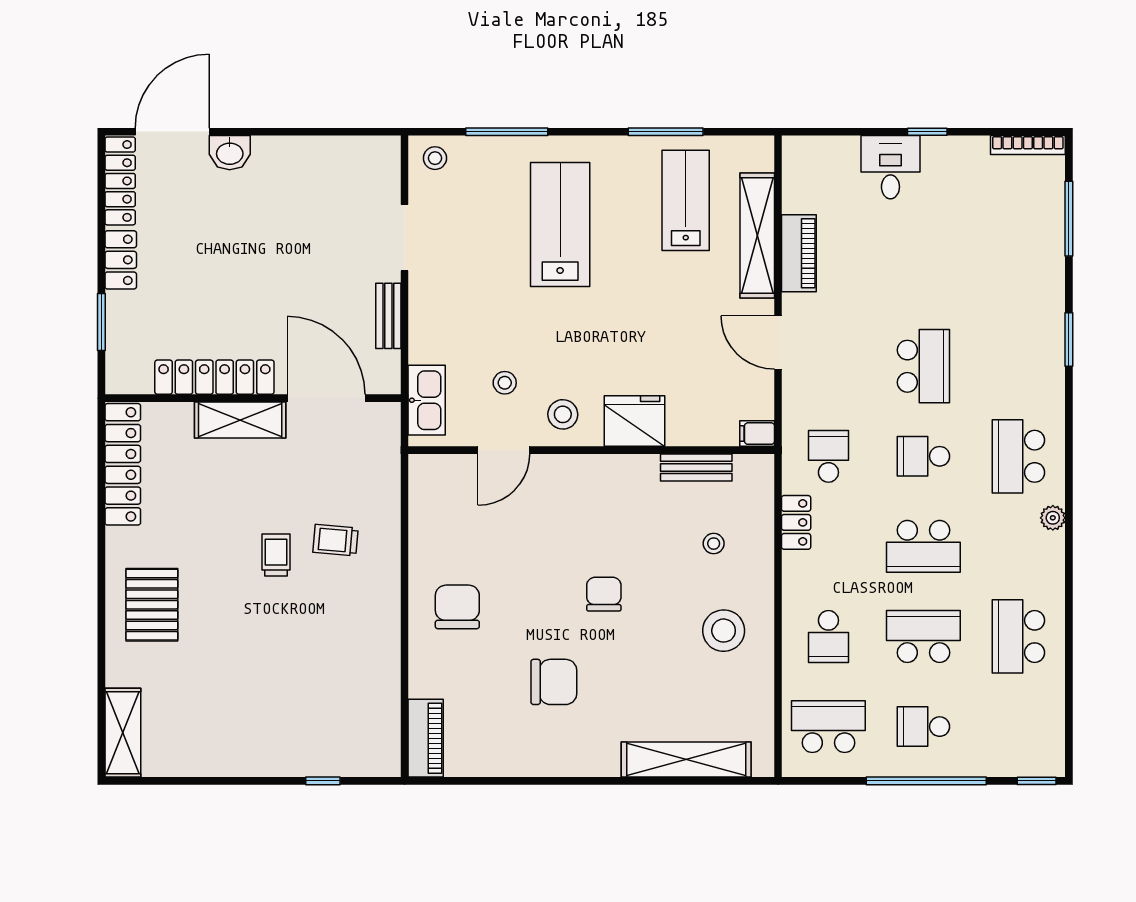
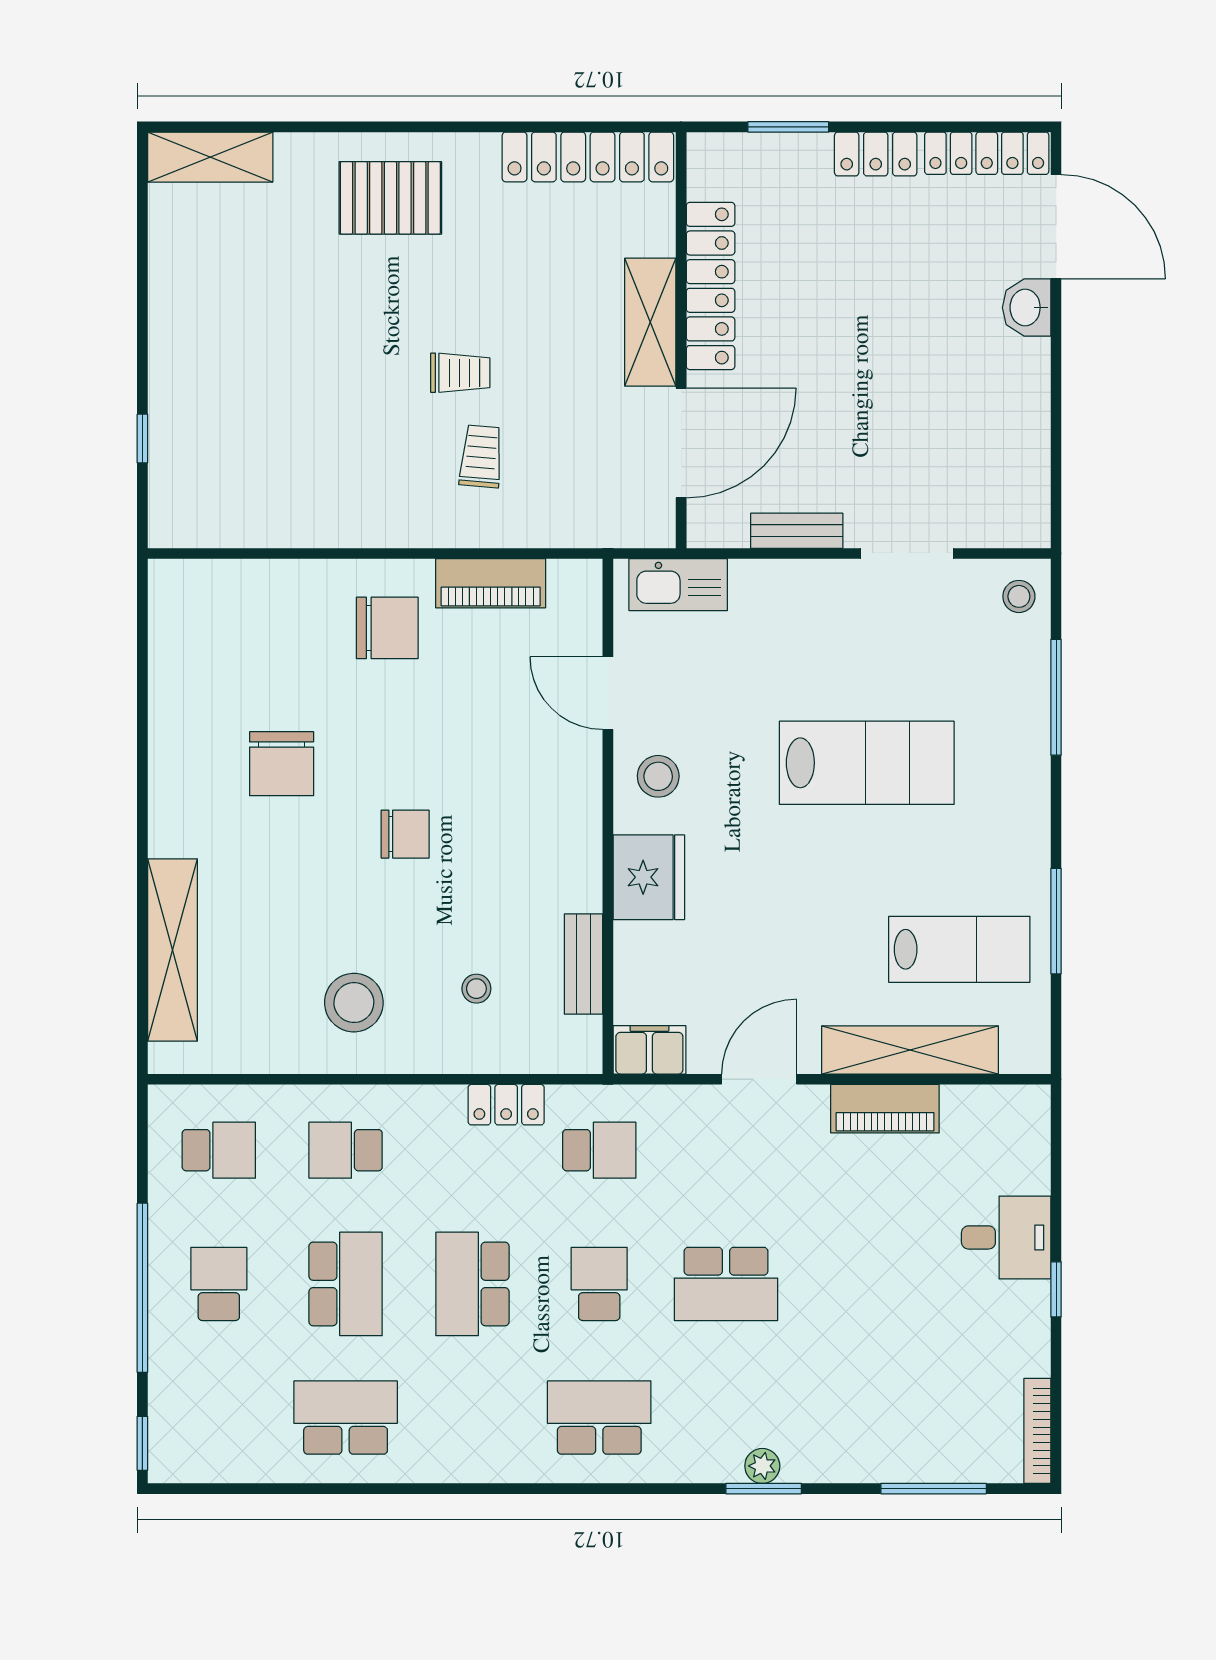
lab bench: (560, 225) -> (867, 763), moved
stool: (505, 383) -> (703, 695), removed
filing cabinet: (757, 434) -> (649, 1050), width x2.00
plant: (1053, 518) -> (762, 1466), moved
school desk: (828, 727) -> (219, 1150), width x0.54
piano: (426, 738) -> (491, 583), moved

